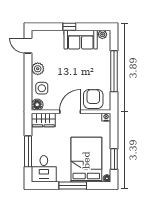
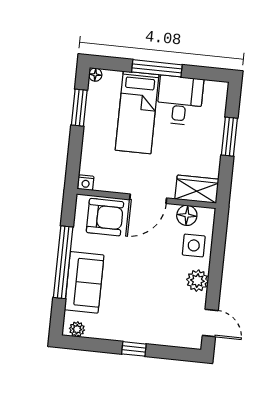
sofa: (81, 40) -> (84, 282), moved, turned 90
armchair: (93, 99) -> (105, 217), turned -90
floor lamp: (37, 105) -> (187, 215), moved
window: (28, 151) -> (229, 137), width x0.69
bed: (86, 160) -> (137, 112), width x0.67
desk: (44, 169) -> (180, 100), moved

